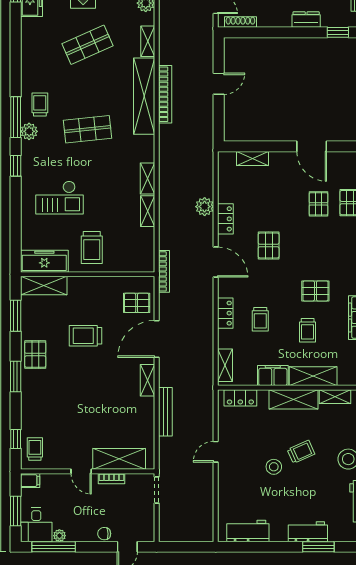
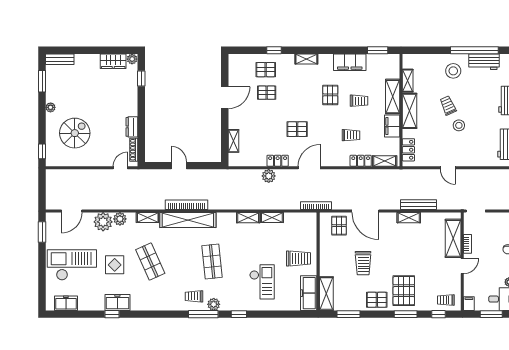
dresser: (306, 20) -> (132, 127), moved
locker: (225, 313) -> (361, 161), moved
window: (16, 376) -> (406, 314), moved
shelving: (147, 380) -> (409, 218), moved
pallet: (48, 391) -> (404, 291), added

